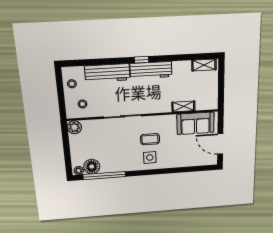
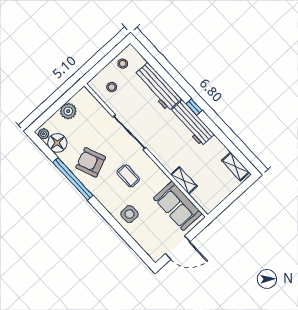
plant: (74, 127) -> (68, 111), moved
door: (220, 144) -> (178, 248), swing flipped
armchair: (122, 156) -> (91, 162), added
side table: (150, 158) -> (129, 214), moved
window: (104, 176) -> (73, 179), moved

